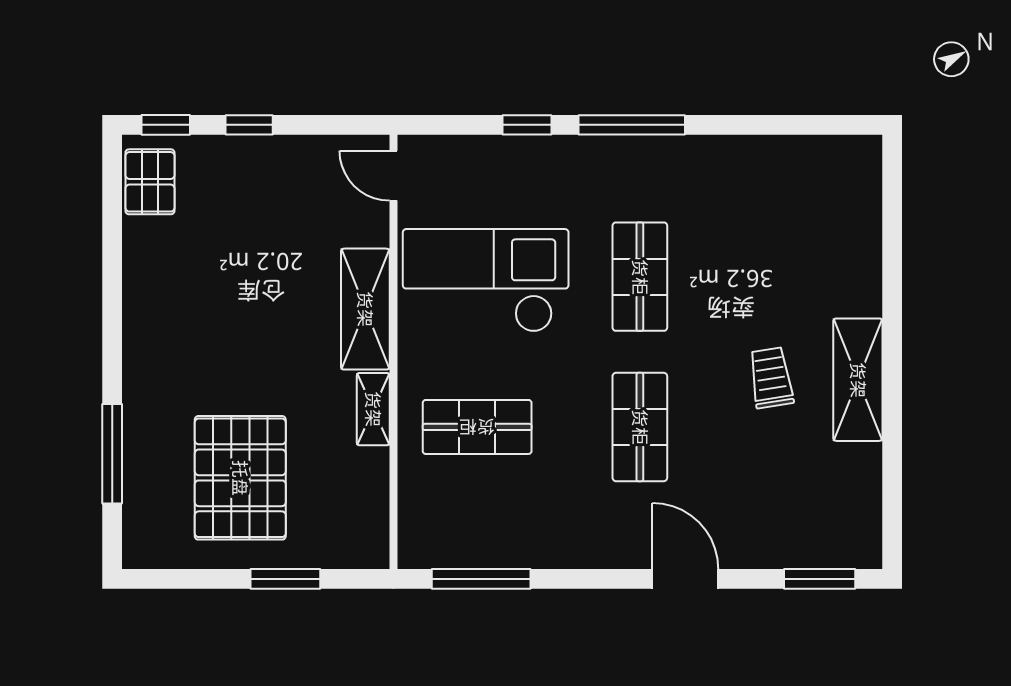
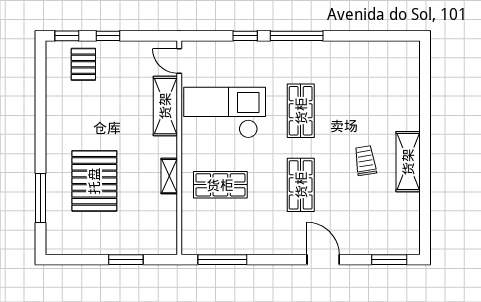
pallet: (150, 182) -> (83, 64), moved
shelving: (365, 309) -> (165, 106), moved
pallet: (240, 478) -> (94, 181), moved

